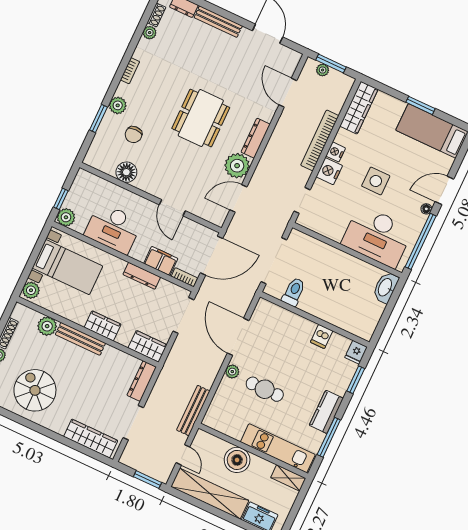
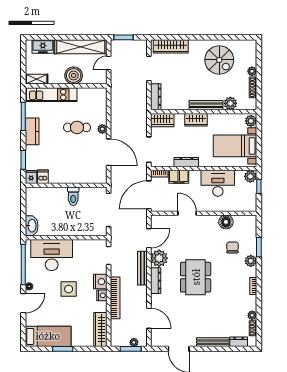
toilet: (294, 292) -> (73, 196), moved
dishwasher: (322, 336) -> (43, 177), moved
bench: (193, 411) -> (142, 268), moved
door: (183, 455) -> (109, 63), hinge flipped

